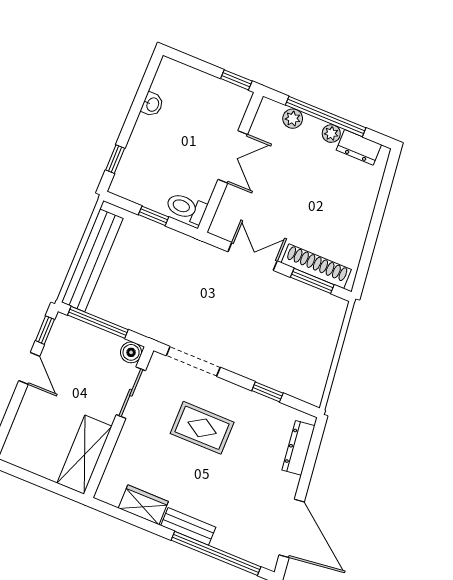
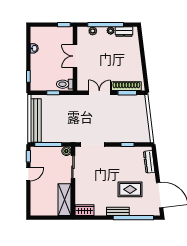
double door: (233, 157) -> (75, 56), swing flipped
door: (29, 368) -> (28, 174), hinge flipped
rug: (202, 428) -> (130, 189), moved
wardrobe: (143, 505) -> (85, 210), moved

